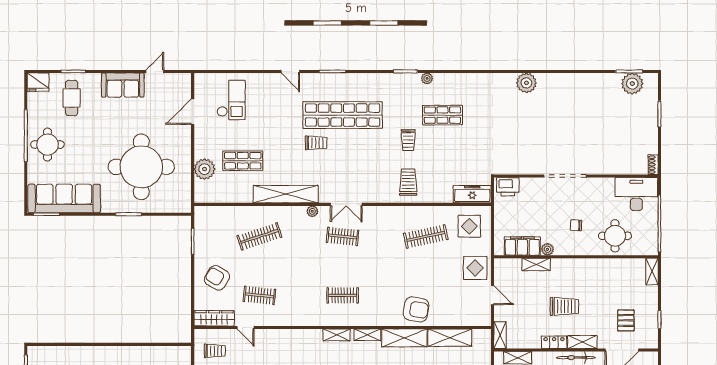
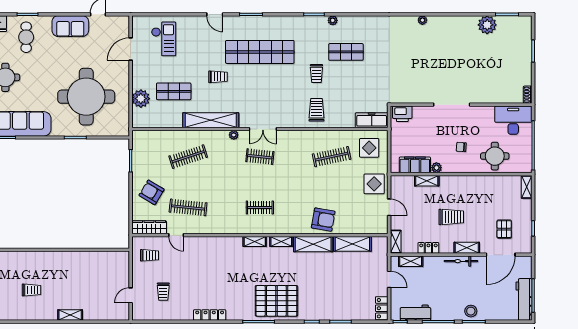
plant: (526, 83) -> (422, 20), width x0.53, depth x0.53
plant: (632, 84) -> (487, 25), moved
trolley: (316, 143) -> (218, 77), moved
clothes rail: (259, 295) -> (188, 207), width x1.36
locker: (554, 342) -> (428, 248), moved

